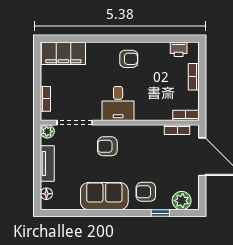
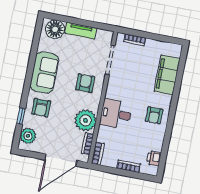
filing cabinet: (63, 53) -> (167, 75), moved
desk: (118, 104) -> (116, 114), moved
plant: (47, 131) -> (86, 120), moved, width x1.87, depth x1.87
armchair: (146, 192) -> (41, 108), turned 180
floor lamp: (46, 194) -> (55, 29), width x1.89, depth x1.89

